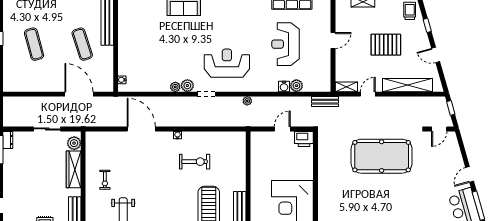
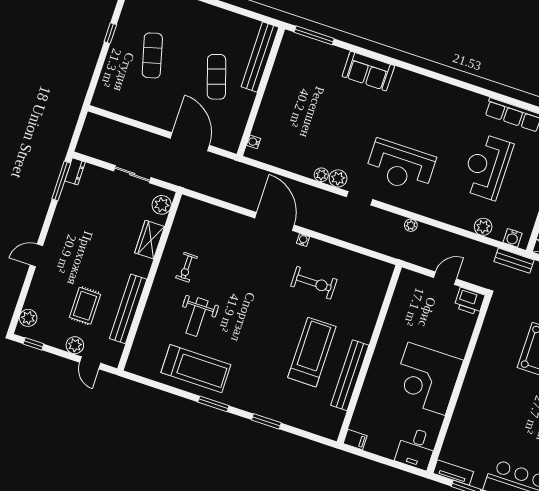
reception desk: (227, 63) -> (400, 166), turned 180
water cooler: (284, 86) -> (513, 238), moved
door: (141, 129) -> (274, 221), moved
wardrobe: (74, 169) -> (150, 240), width x0.67

